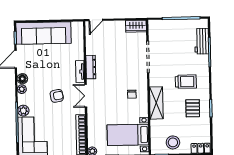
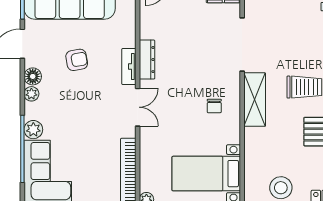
armchair: (57, 96) -> (77, 60), moved
double door: (86, 96) -> (138, 107), swing flipped
shelving: (156, 103) -> (255, 100), moved

